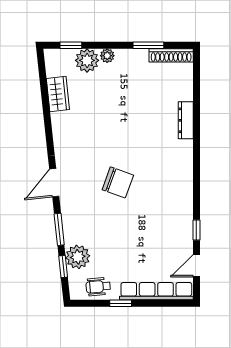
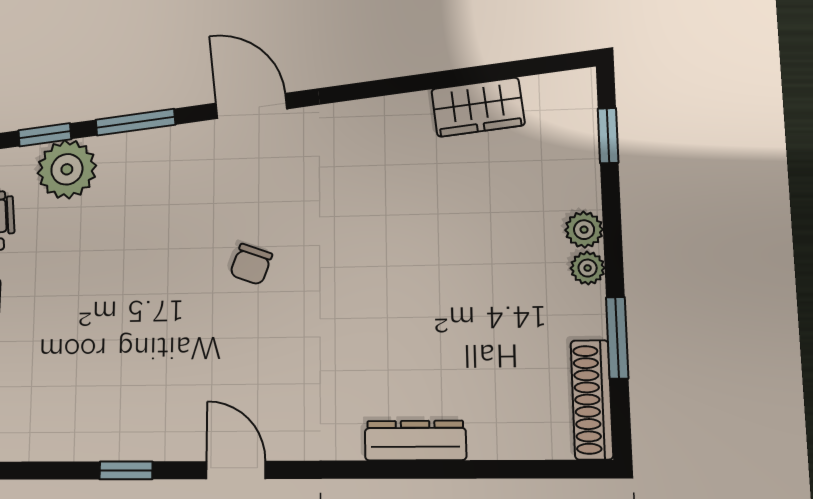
plant: (87, 60) -> (588, 268), moved, width x0.53, depth x0.53
chair: (118, 182) -> (251, 264), width x0.54, depth x0.54
door: (196, 266) -> (236, 470), moved

